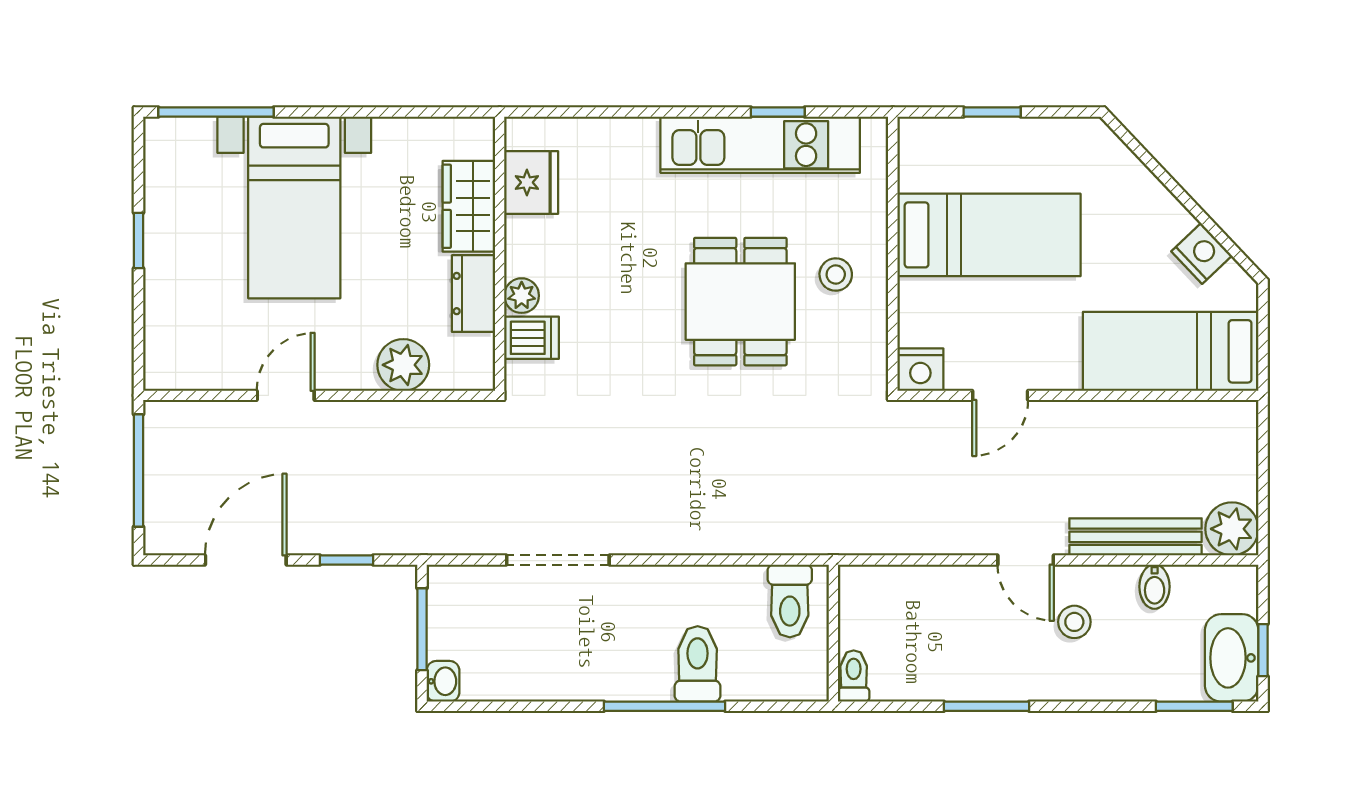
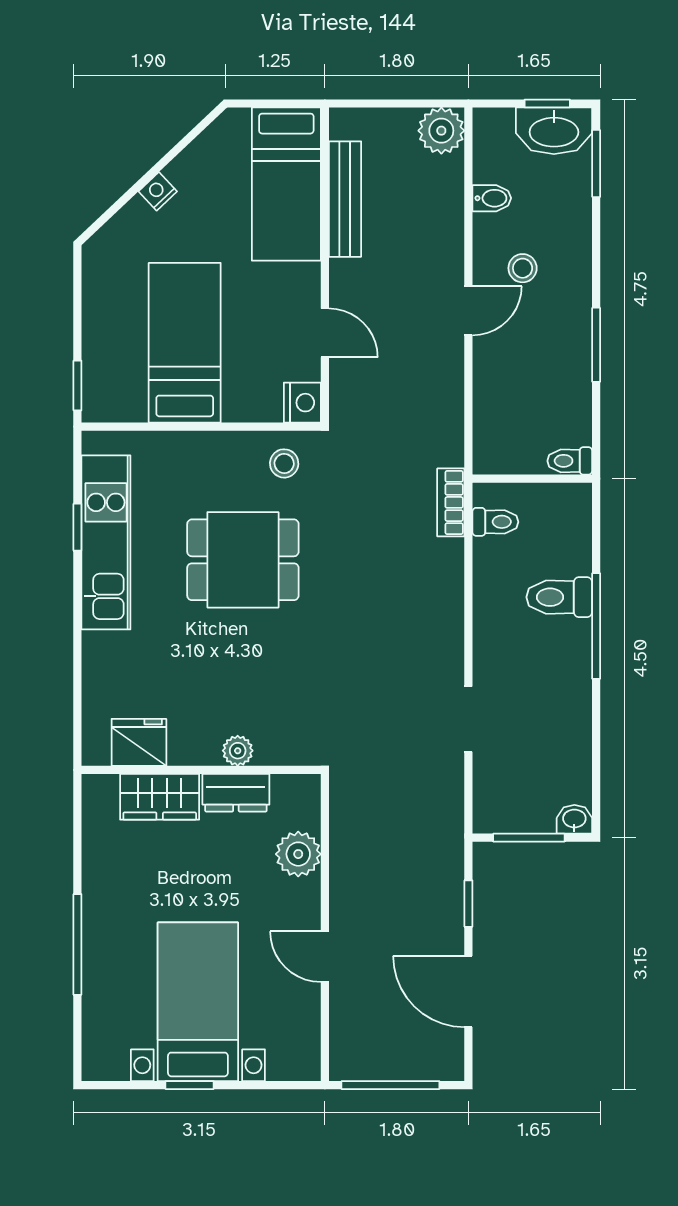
window: (216, 112) -> (77, 944), moved
window: (992, 112) -> (77, 386), moved
bed with nightstands: (294, 207) -> (198, 1002), moved, turned -90
nightstand: (1202, 253) -> (158, 191), moved, width x0.72, depth x0.74
stool: (836, 274) -> (284, 463), moved
dishwasher: (532, 338) -> (275, 742), removed
bench: (1136, 537) -> (345, 199), moved
bookcase: (806, 540) -> (451, 502), added
doorway: (558, 560) -> (468, 719), width x0.73
toilet: (790, 601) -> (495, 522), width x0.73, depth x0.72

